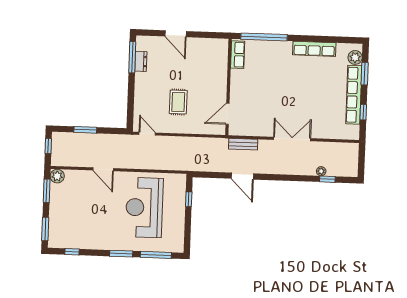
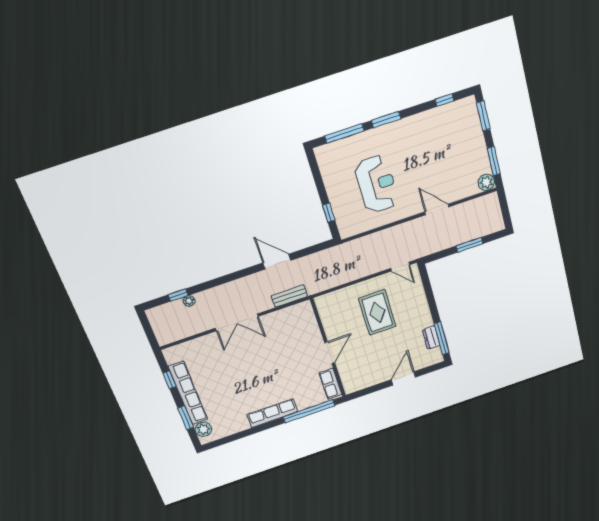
door: (176, 34) -> (403, 378), hinge flipped
row of seats: (314, 49) -> (272, 413), moved
rug: (178, 102) -> (377, 312), width x1.36, depth x1.43
door: (227, 114) -> (330, 353), moved
window: (48, 146) -> (505, 212), removed
reception desk: (144, 207) -> (377, 184), width x0.74, depth x0.77

